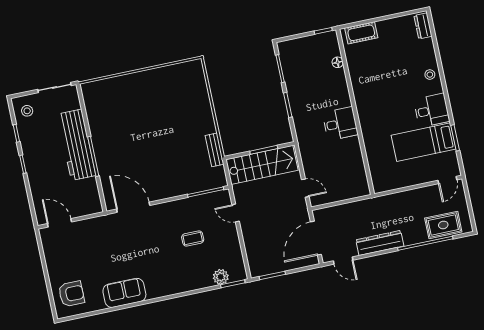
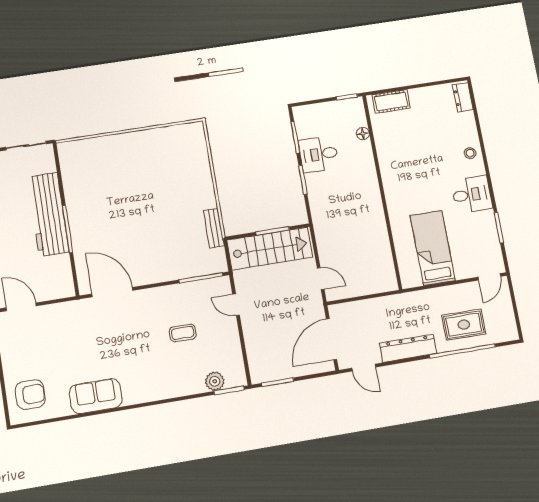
desk: (340, 124) -> (319, 154), moved, turned 180
bed: (424, 142) -> (433, 248), moved, turned 90
rug: (443, 225) -> (464, 325), moved

